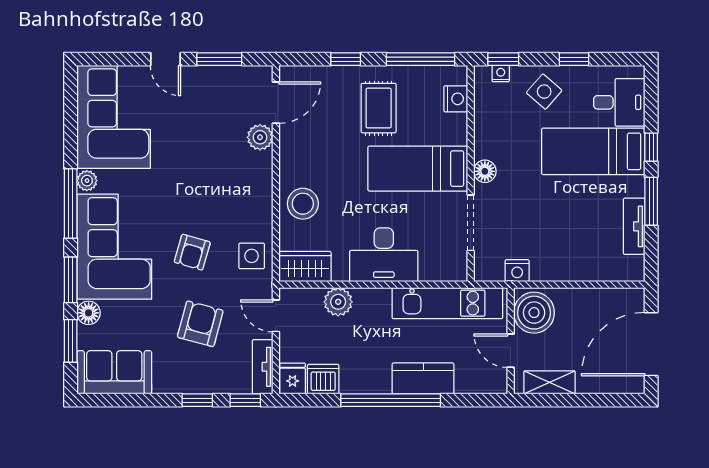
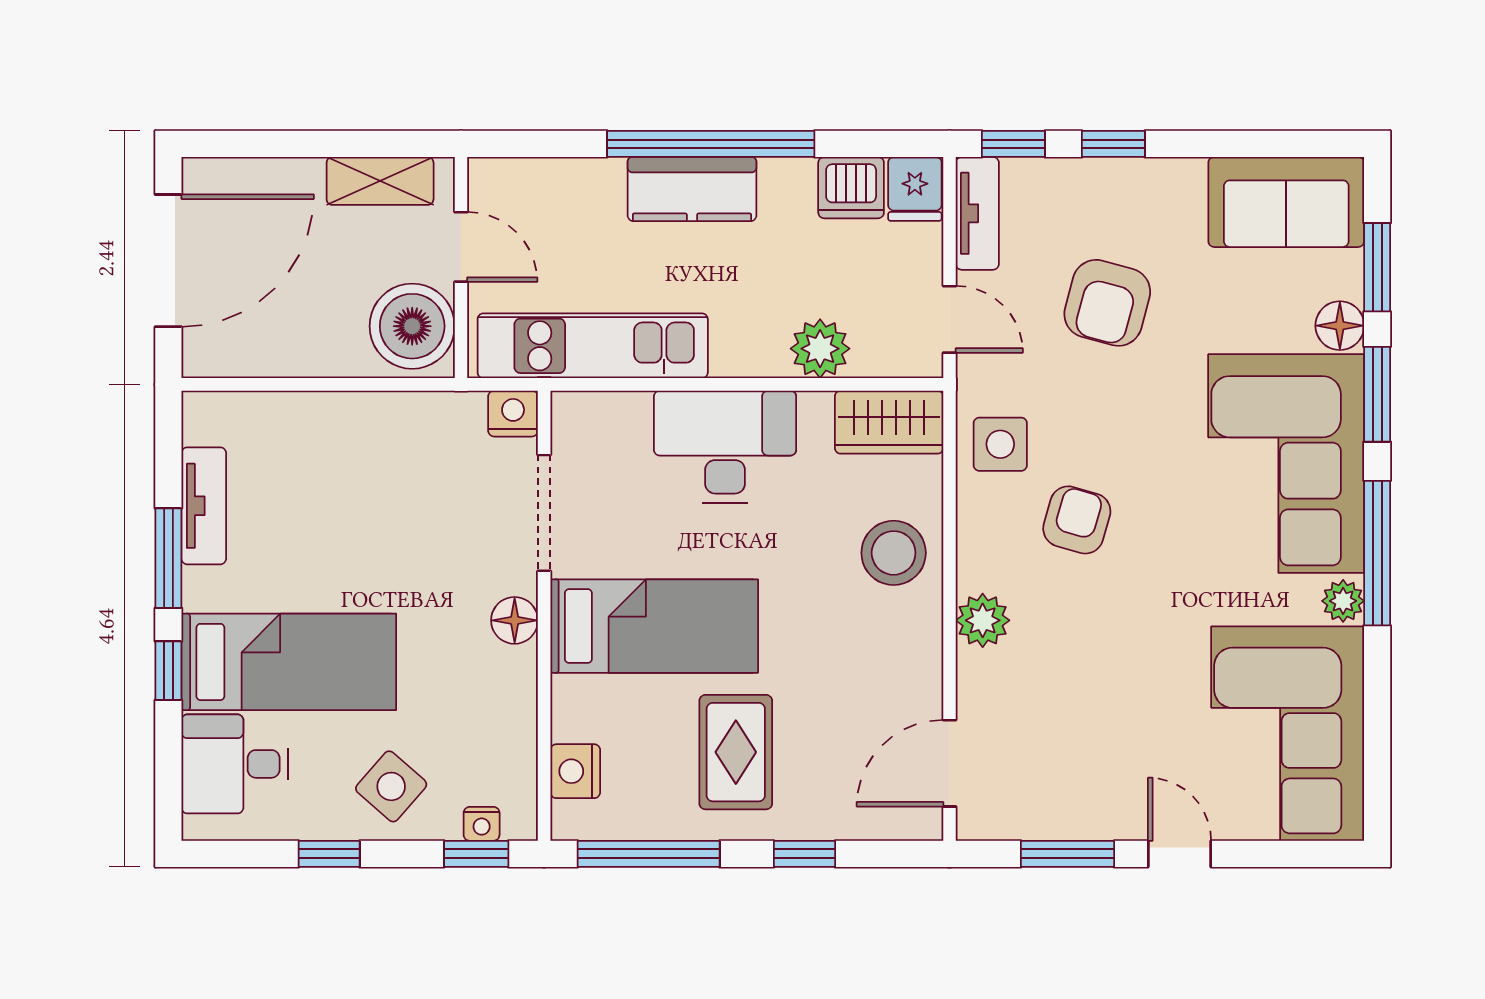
plant: (260, 137) -> (983, 620), moved
armchair: (192, 252) -> (1077, 520), moved
nightstand: (517, 271) -> (513, 414), moved
kitchen counter: (423, 378) -> (692, 189), moved

